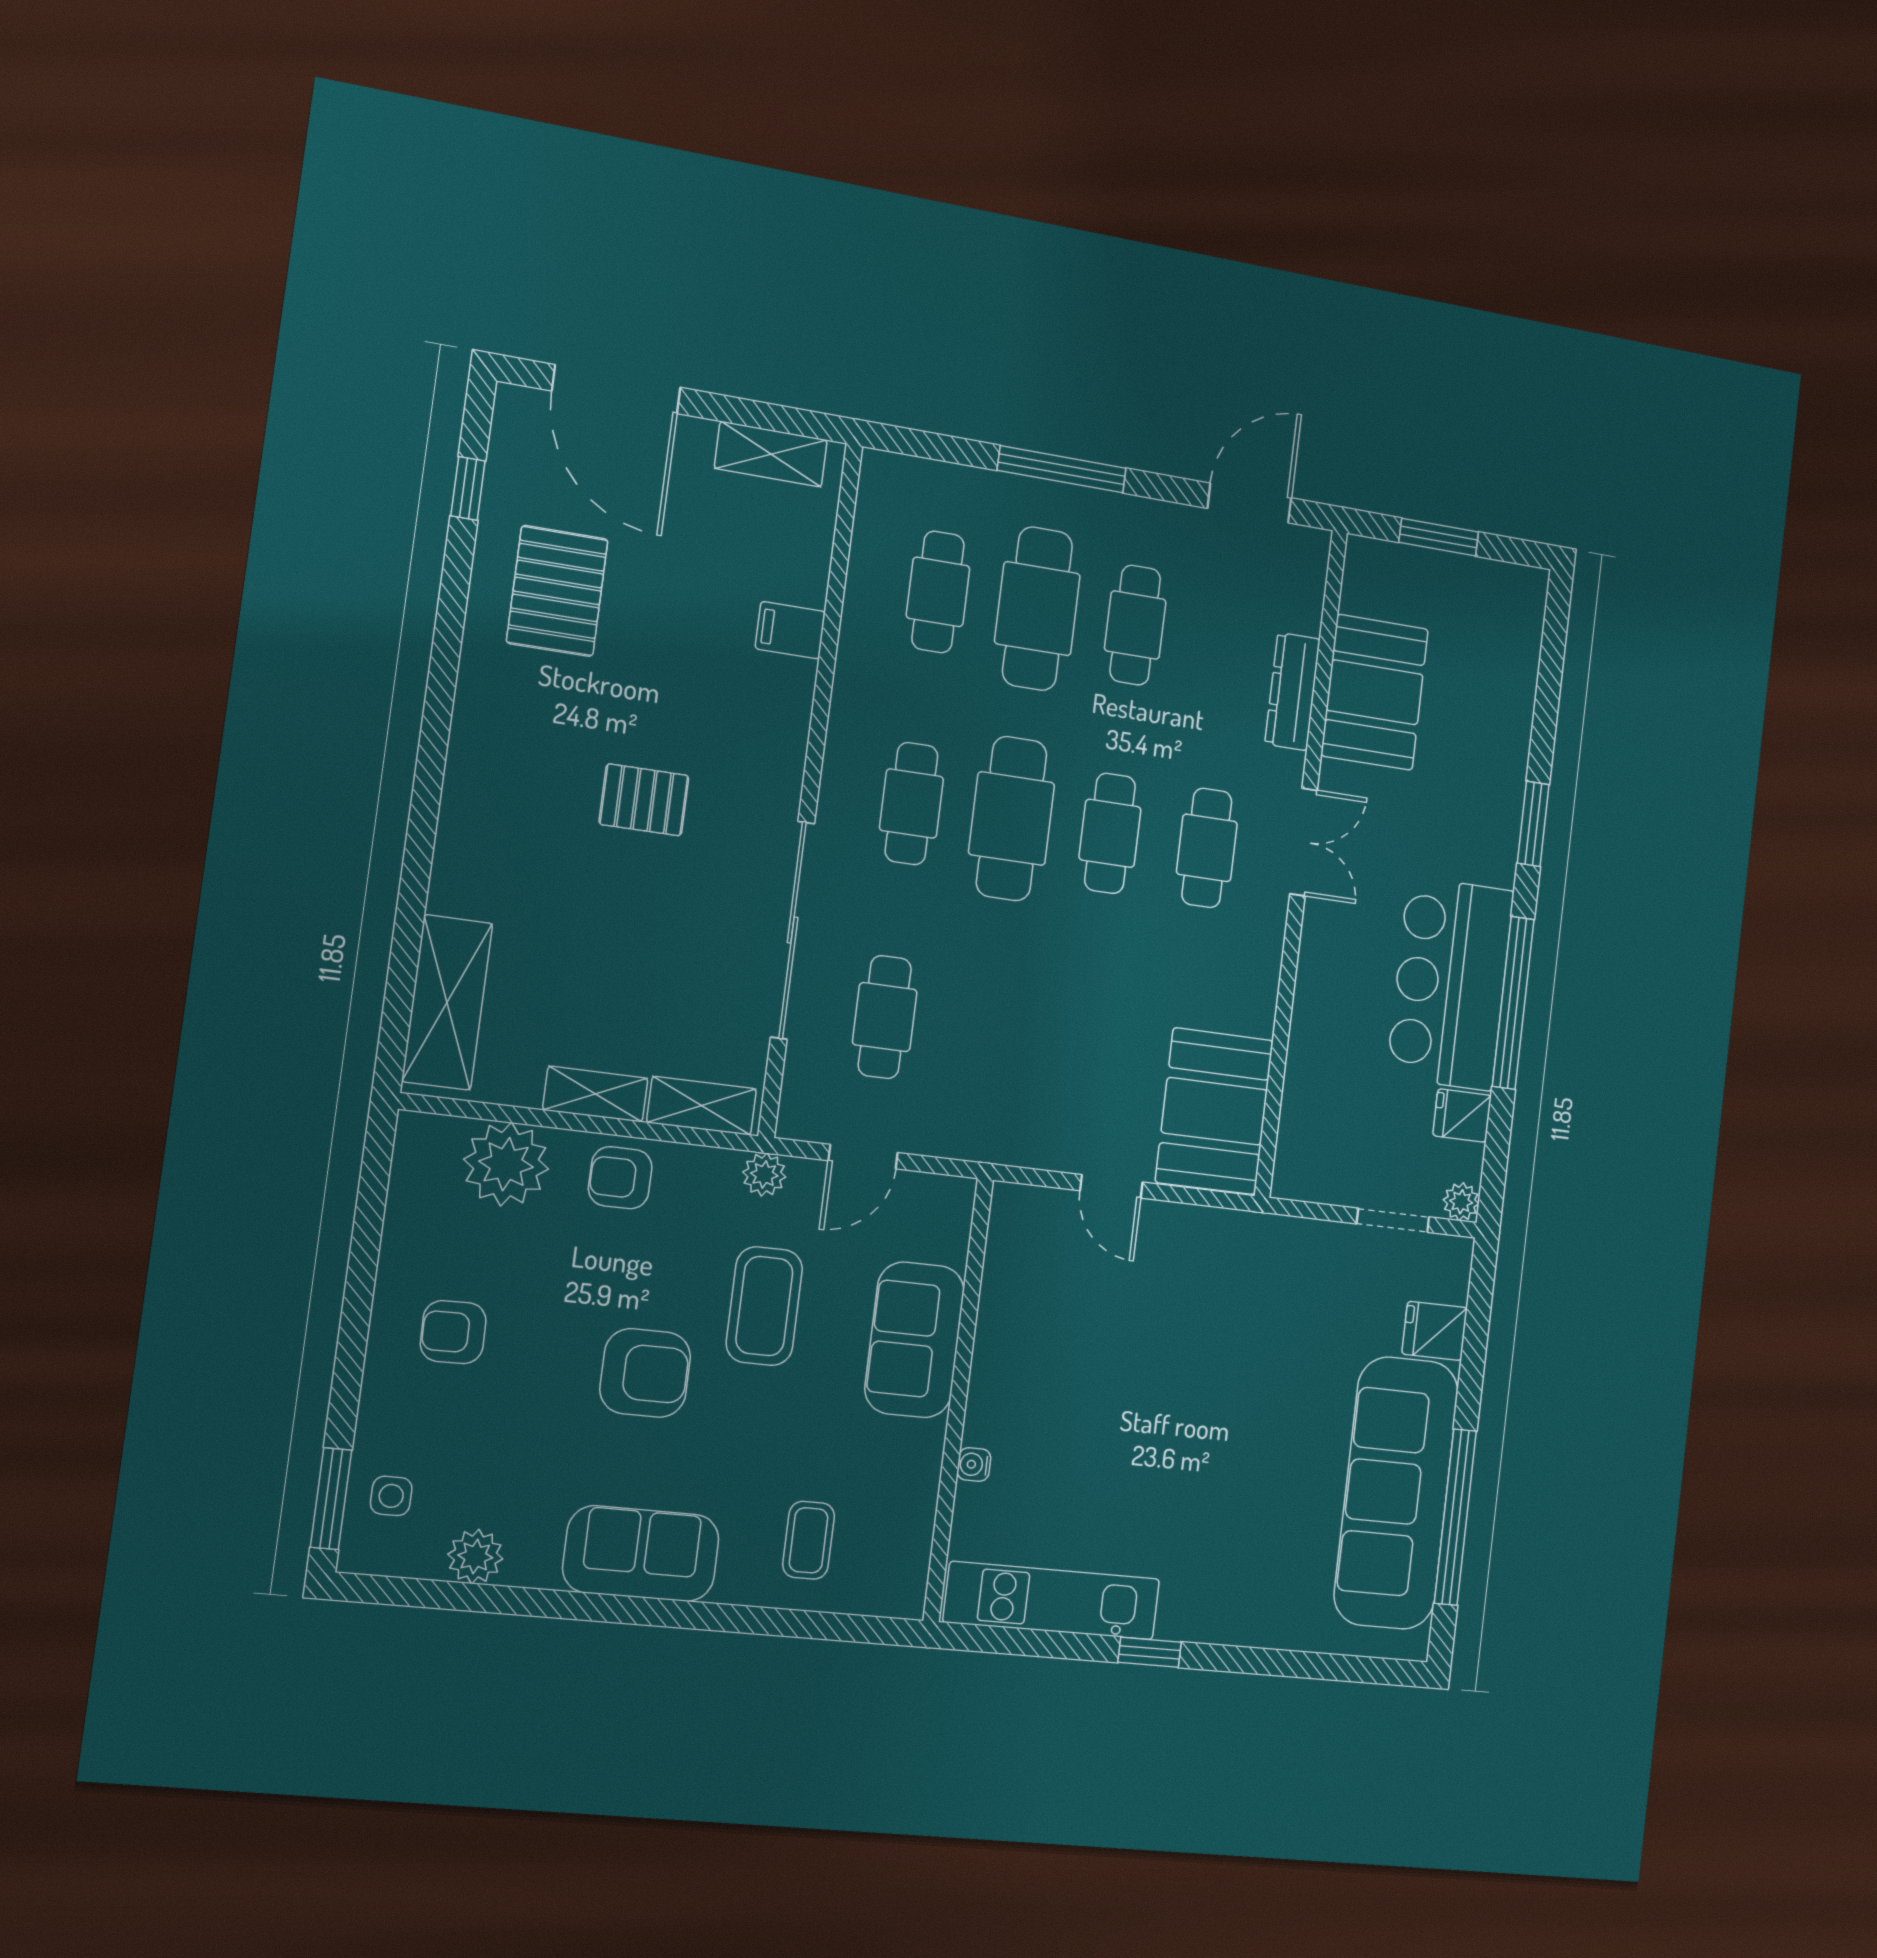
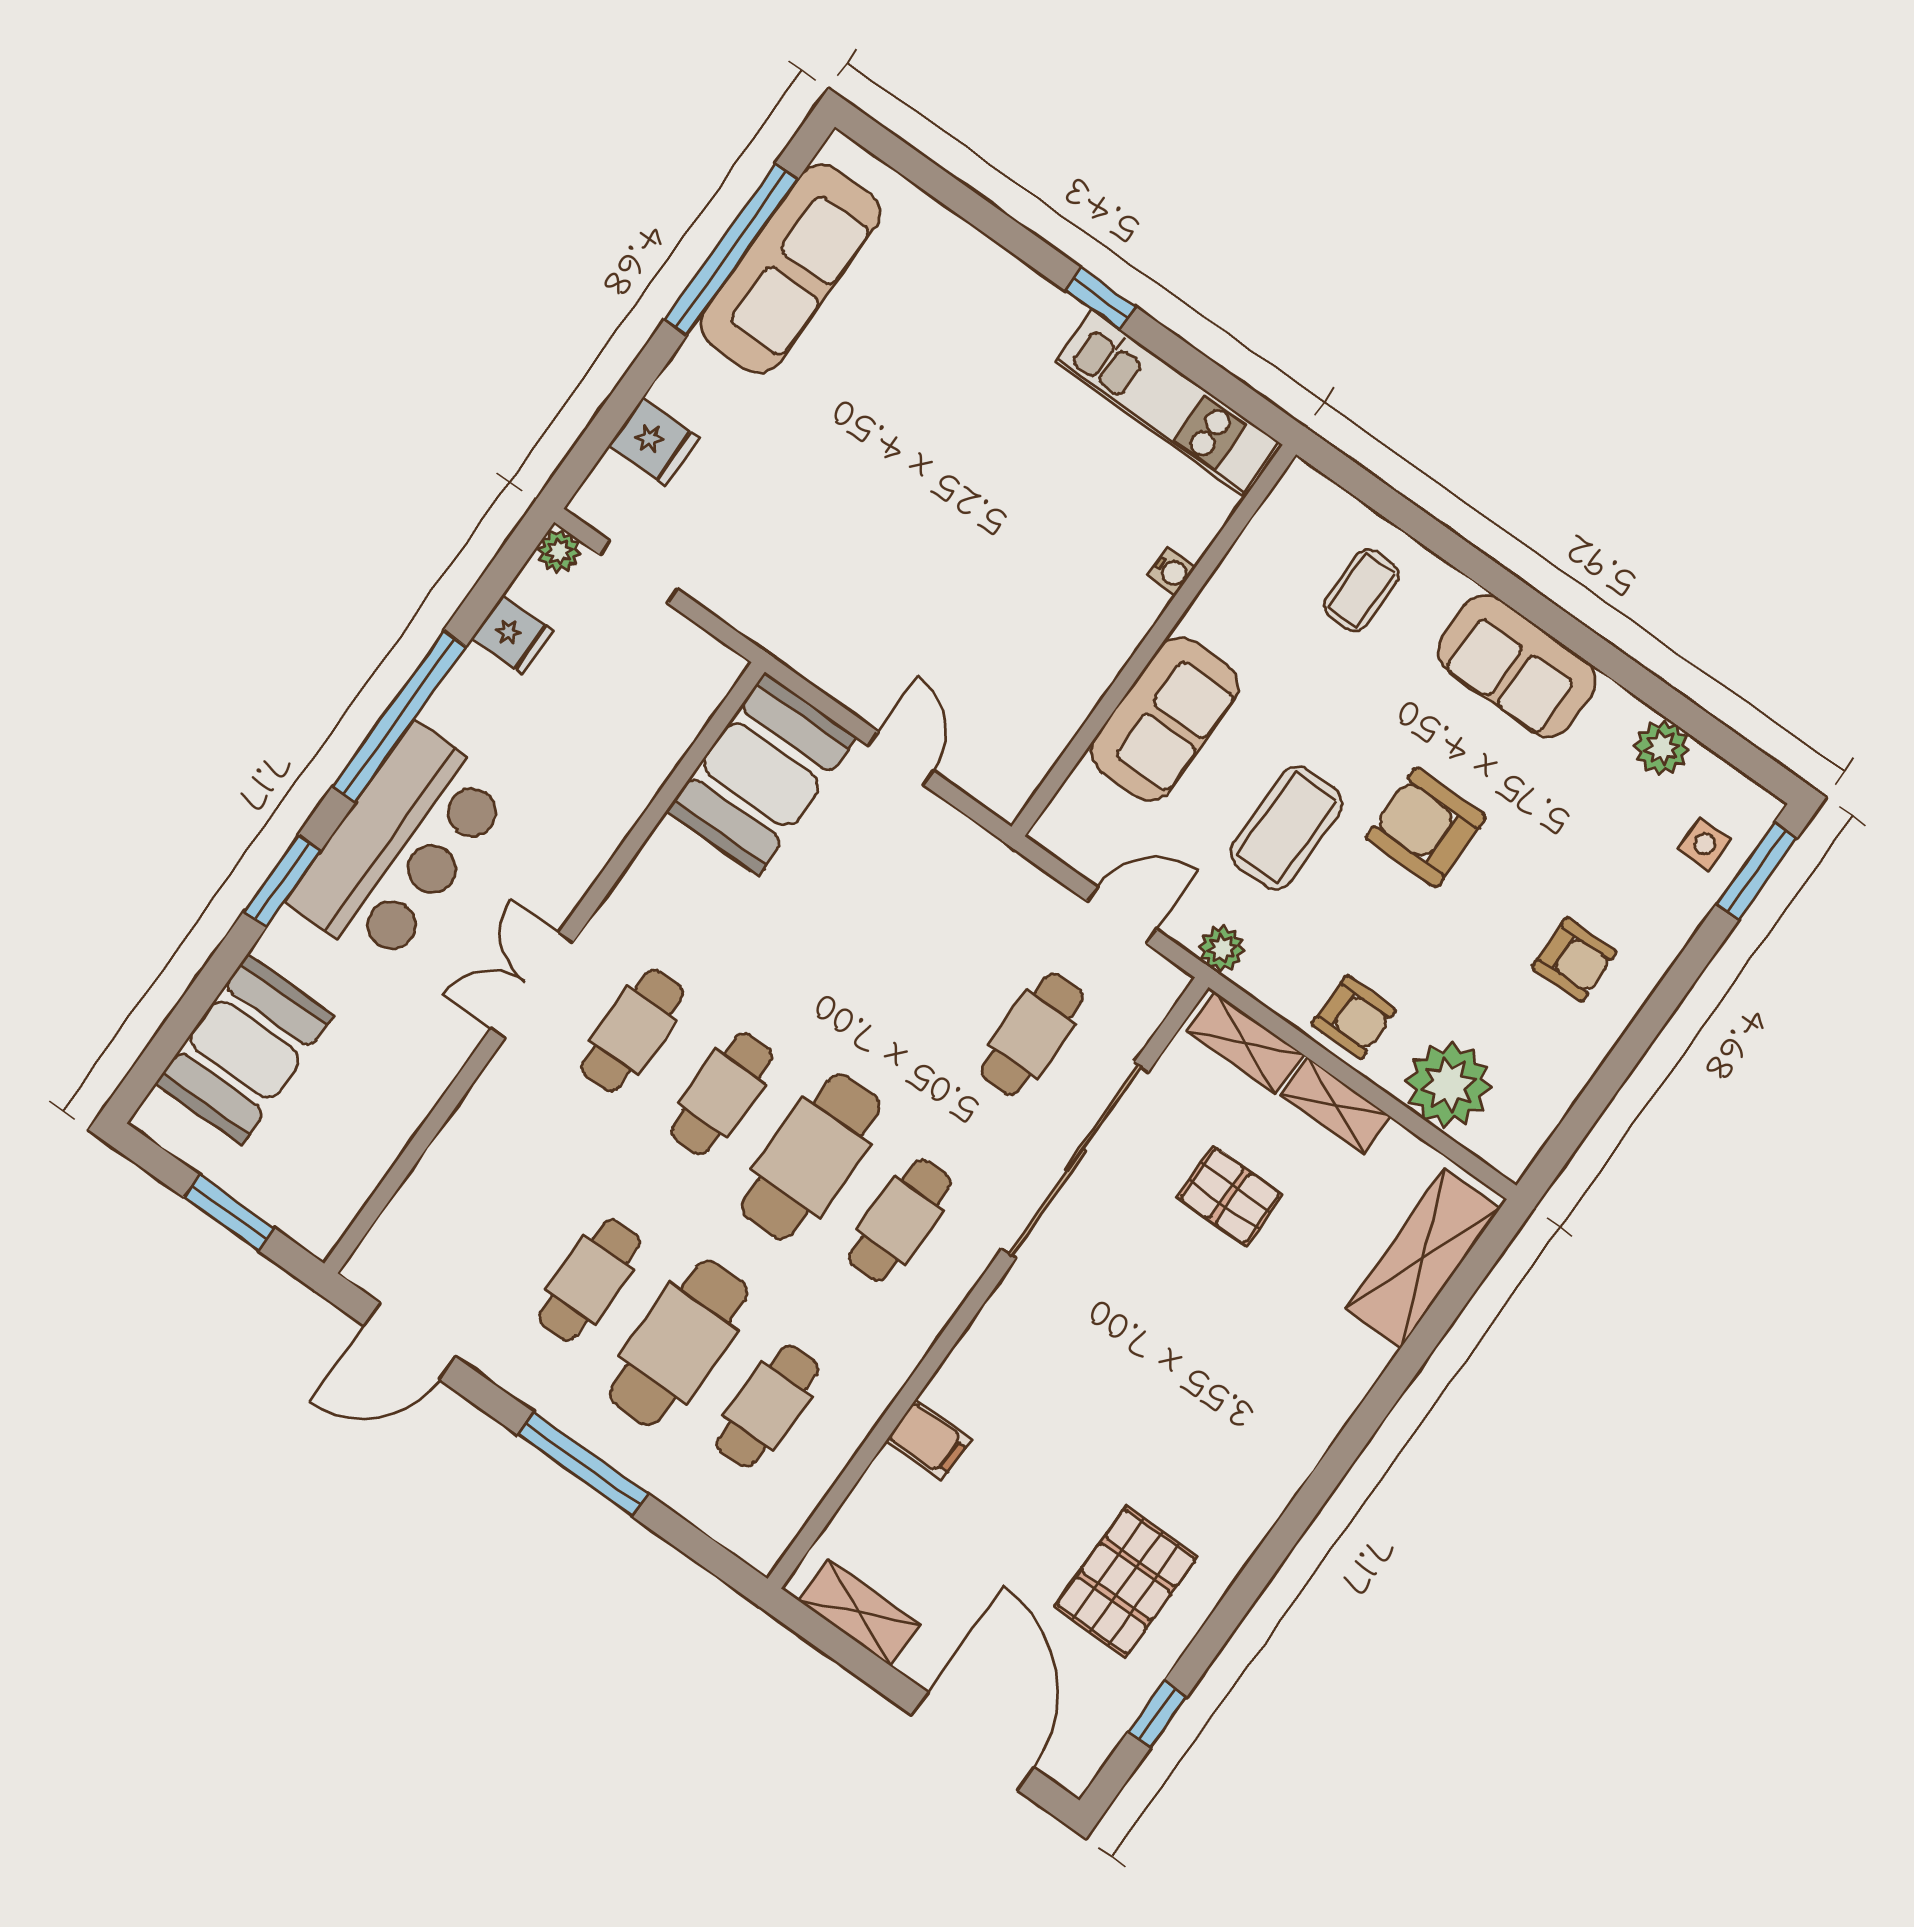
dresser: (1293, 691) -> (464, 1137), removed
booth: (1375, 692) -> (245, 1049), moved
pallet: (644, 800) -> (1230, 1196), moved
bar counter: (1450, 984) -> (400, 846), moved
sofa: (1396, 1493) -> (790, 269), width x0.74, depth x0.79

